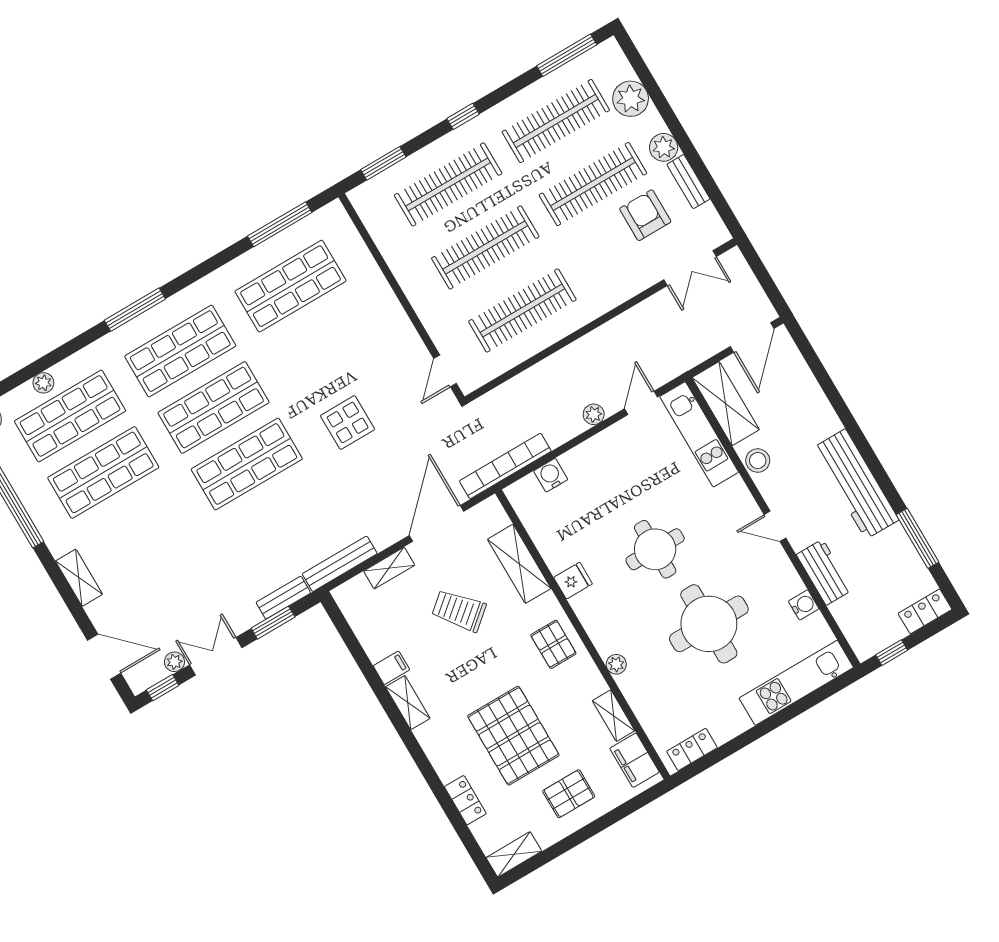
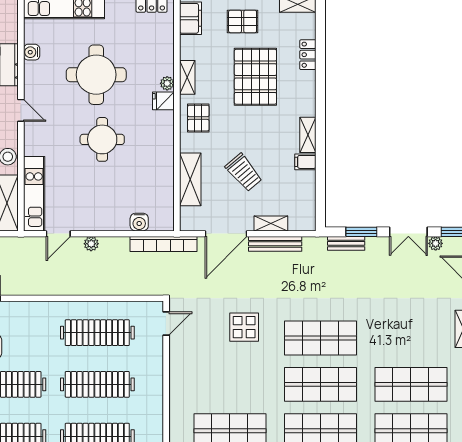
bench: (340, 564) -> (275, 244), moved
fridge: (573, 581) -> (163, 101), moved
shelving: (614, 716) -> (187, 77), moved

